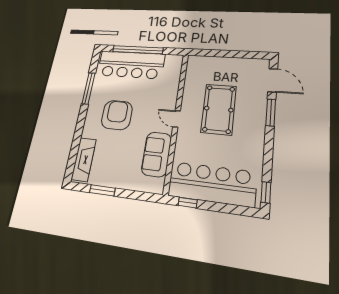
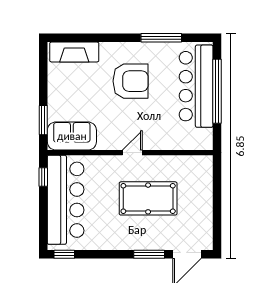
sofa: (156, 154) -> (72, 136), moved
window: (102, 190) -> (43, 120), moved

